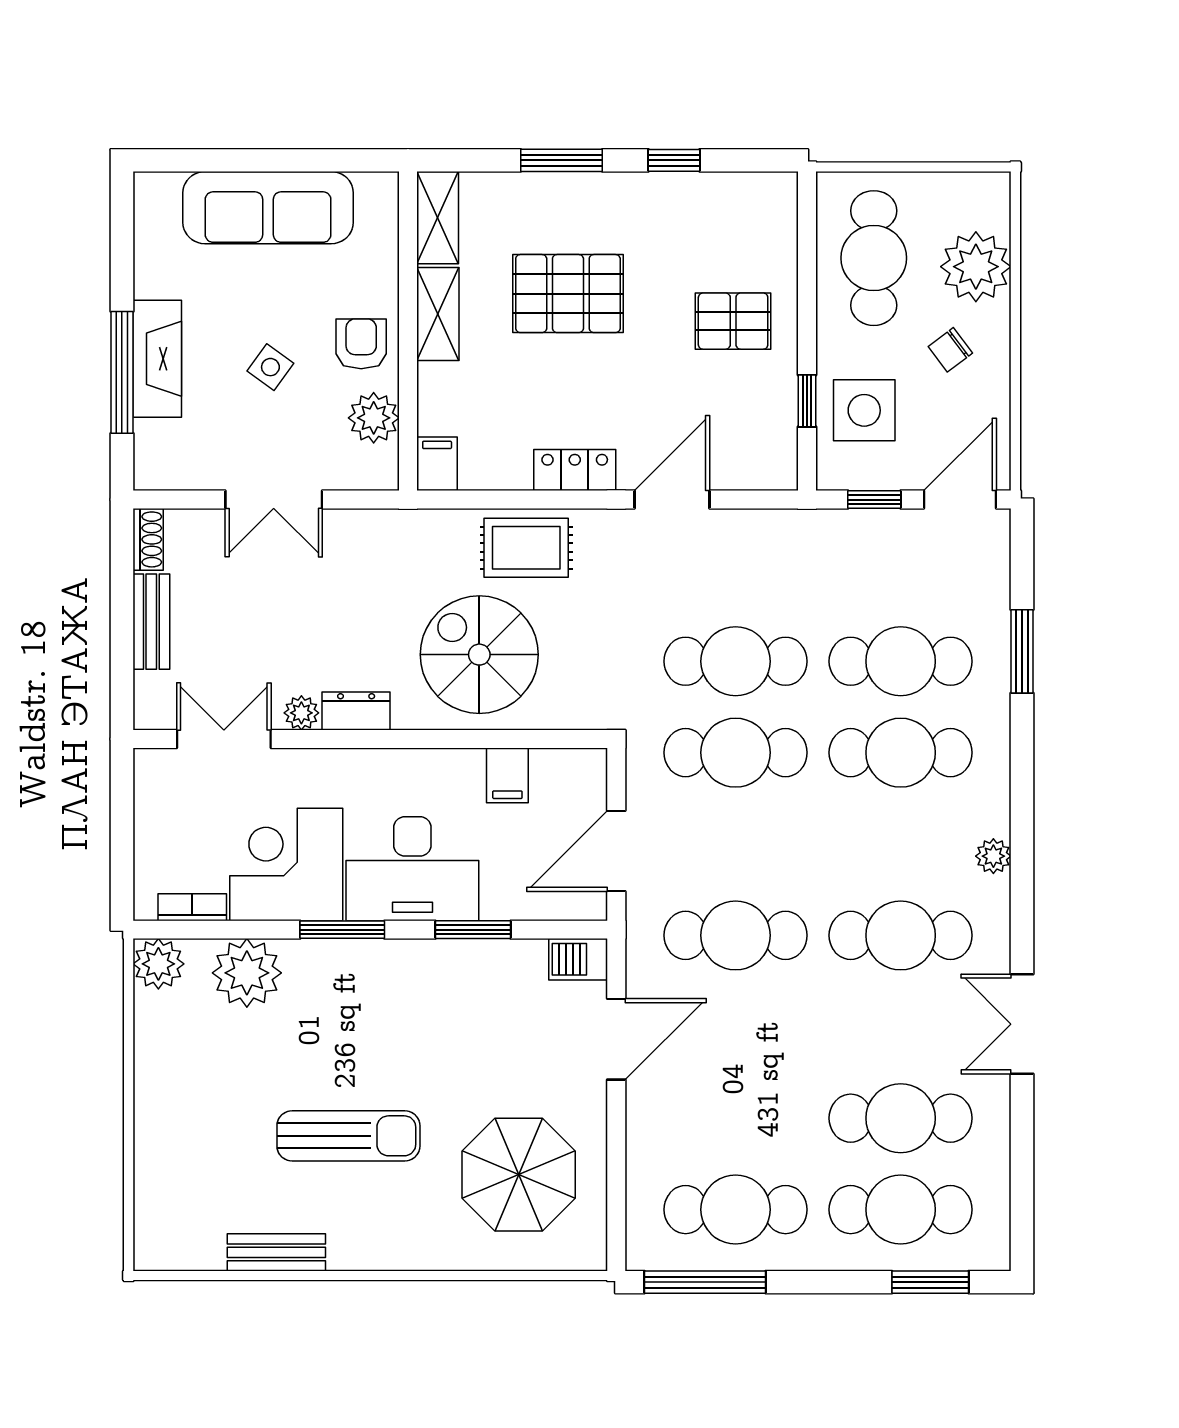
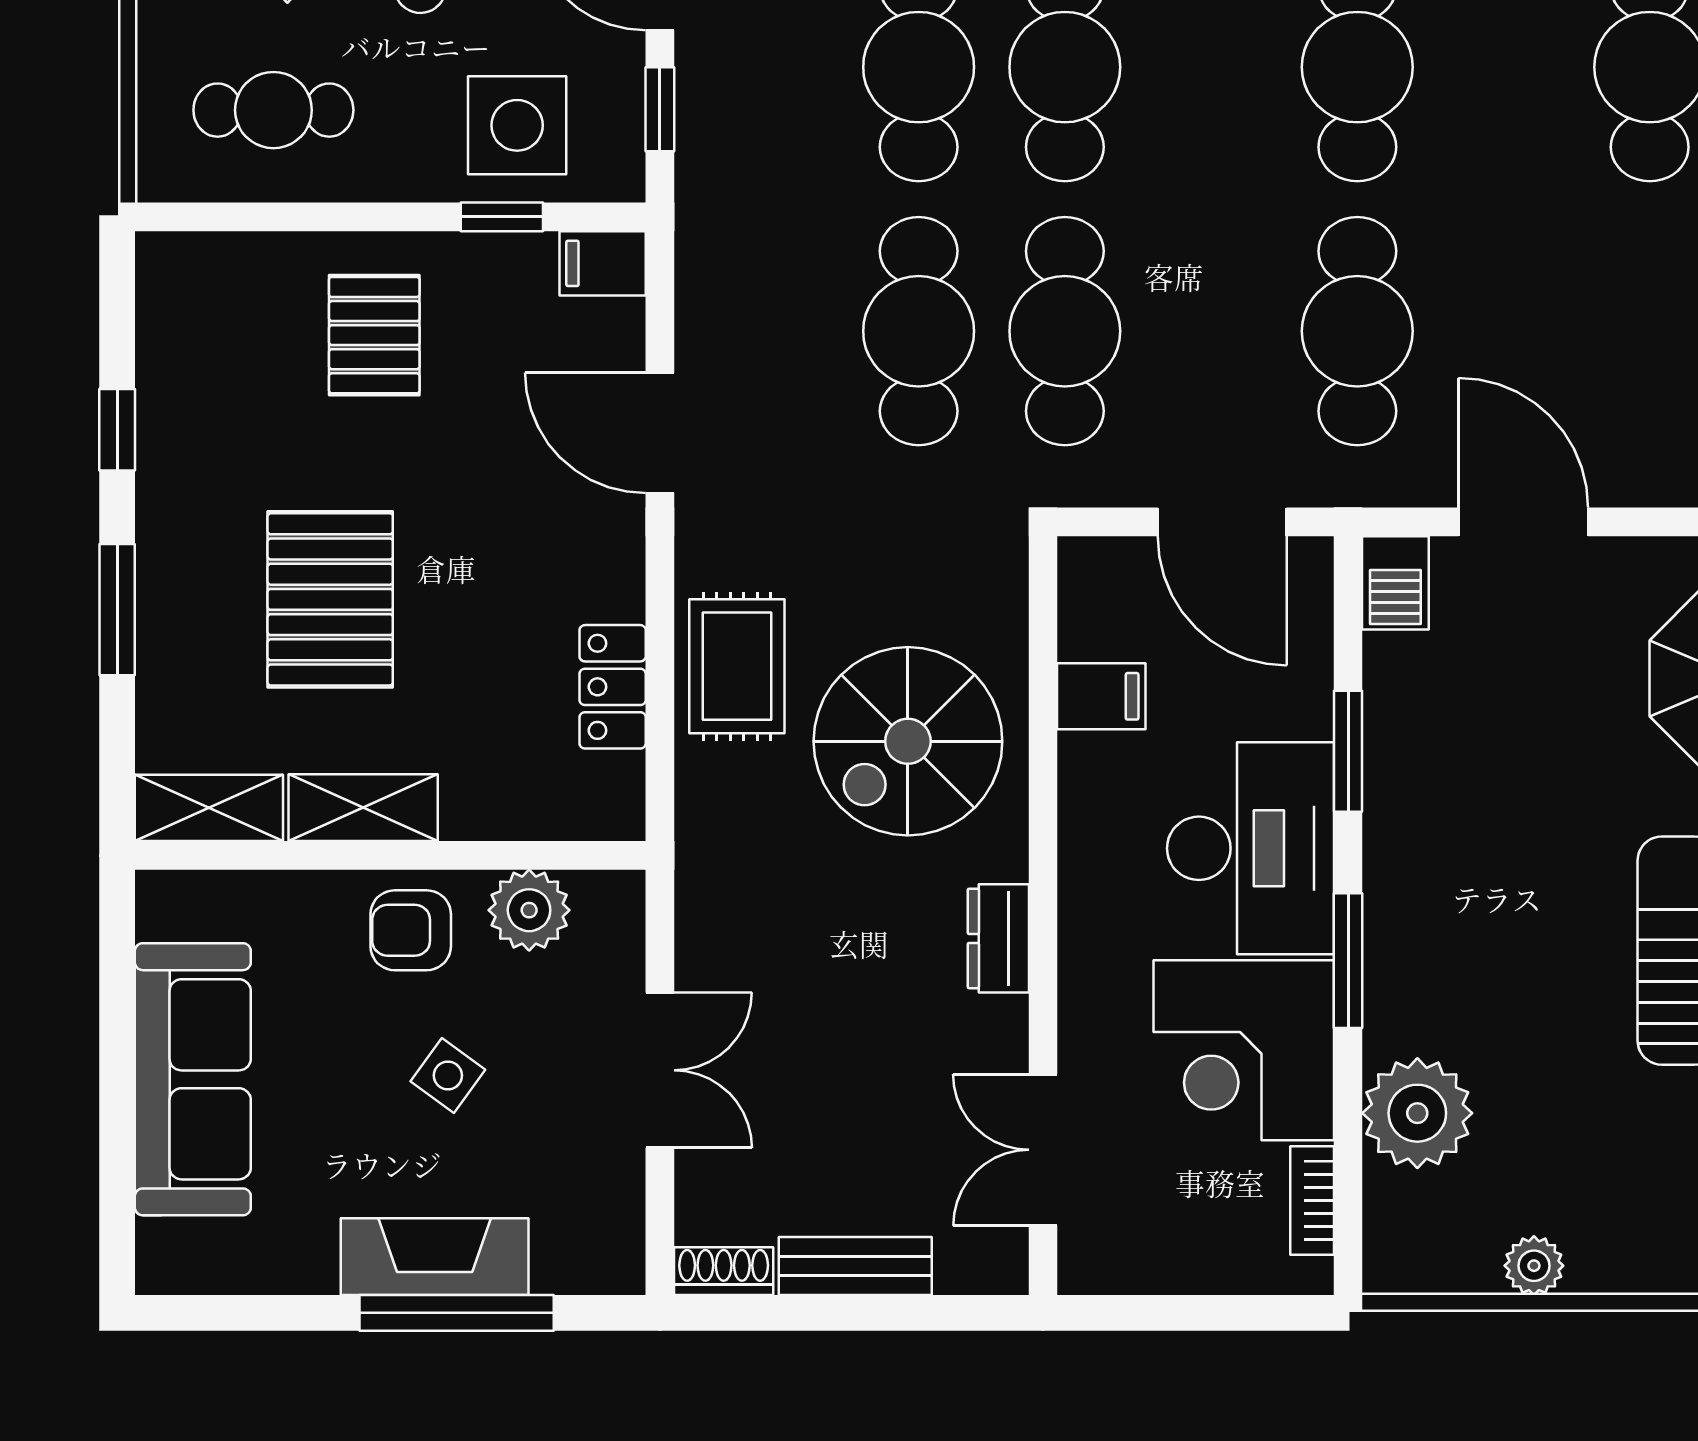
cafe table: (874, 258) -> (273, 110), width x0.73, depth x0.74
filing cabinet: (437, 464) -> (603, 263), moved
locker: (575, 470) -> (613, 687), moved
plant: (301, 713) -> (1001, 1026), removed
plant: (158, 964) -> (1534, 1266), moved, width x0.73, depth x0.73

